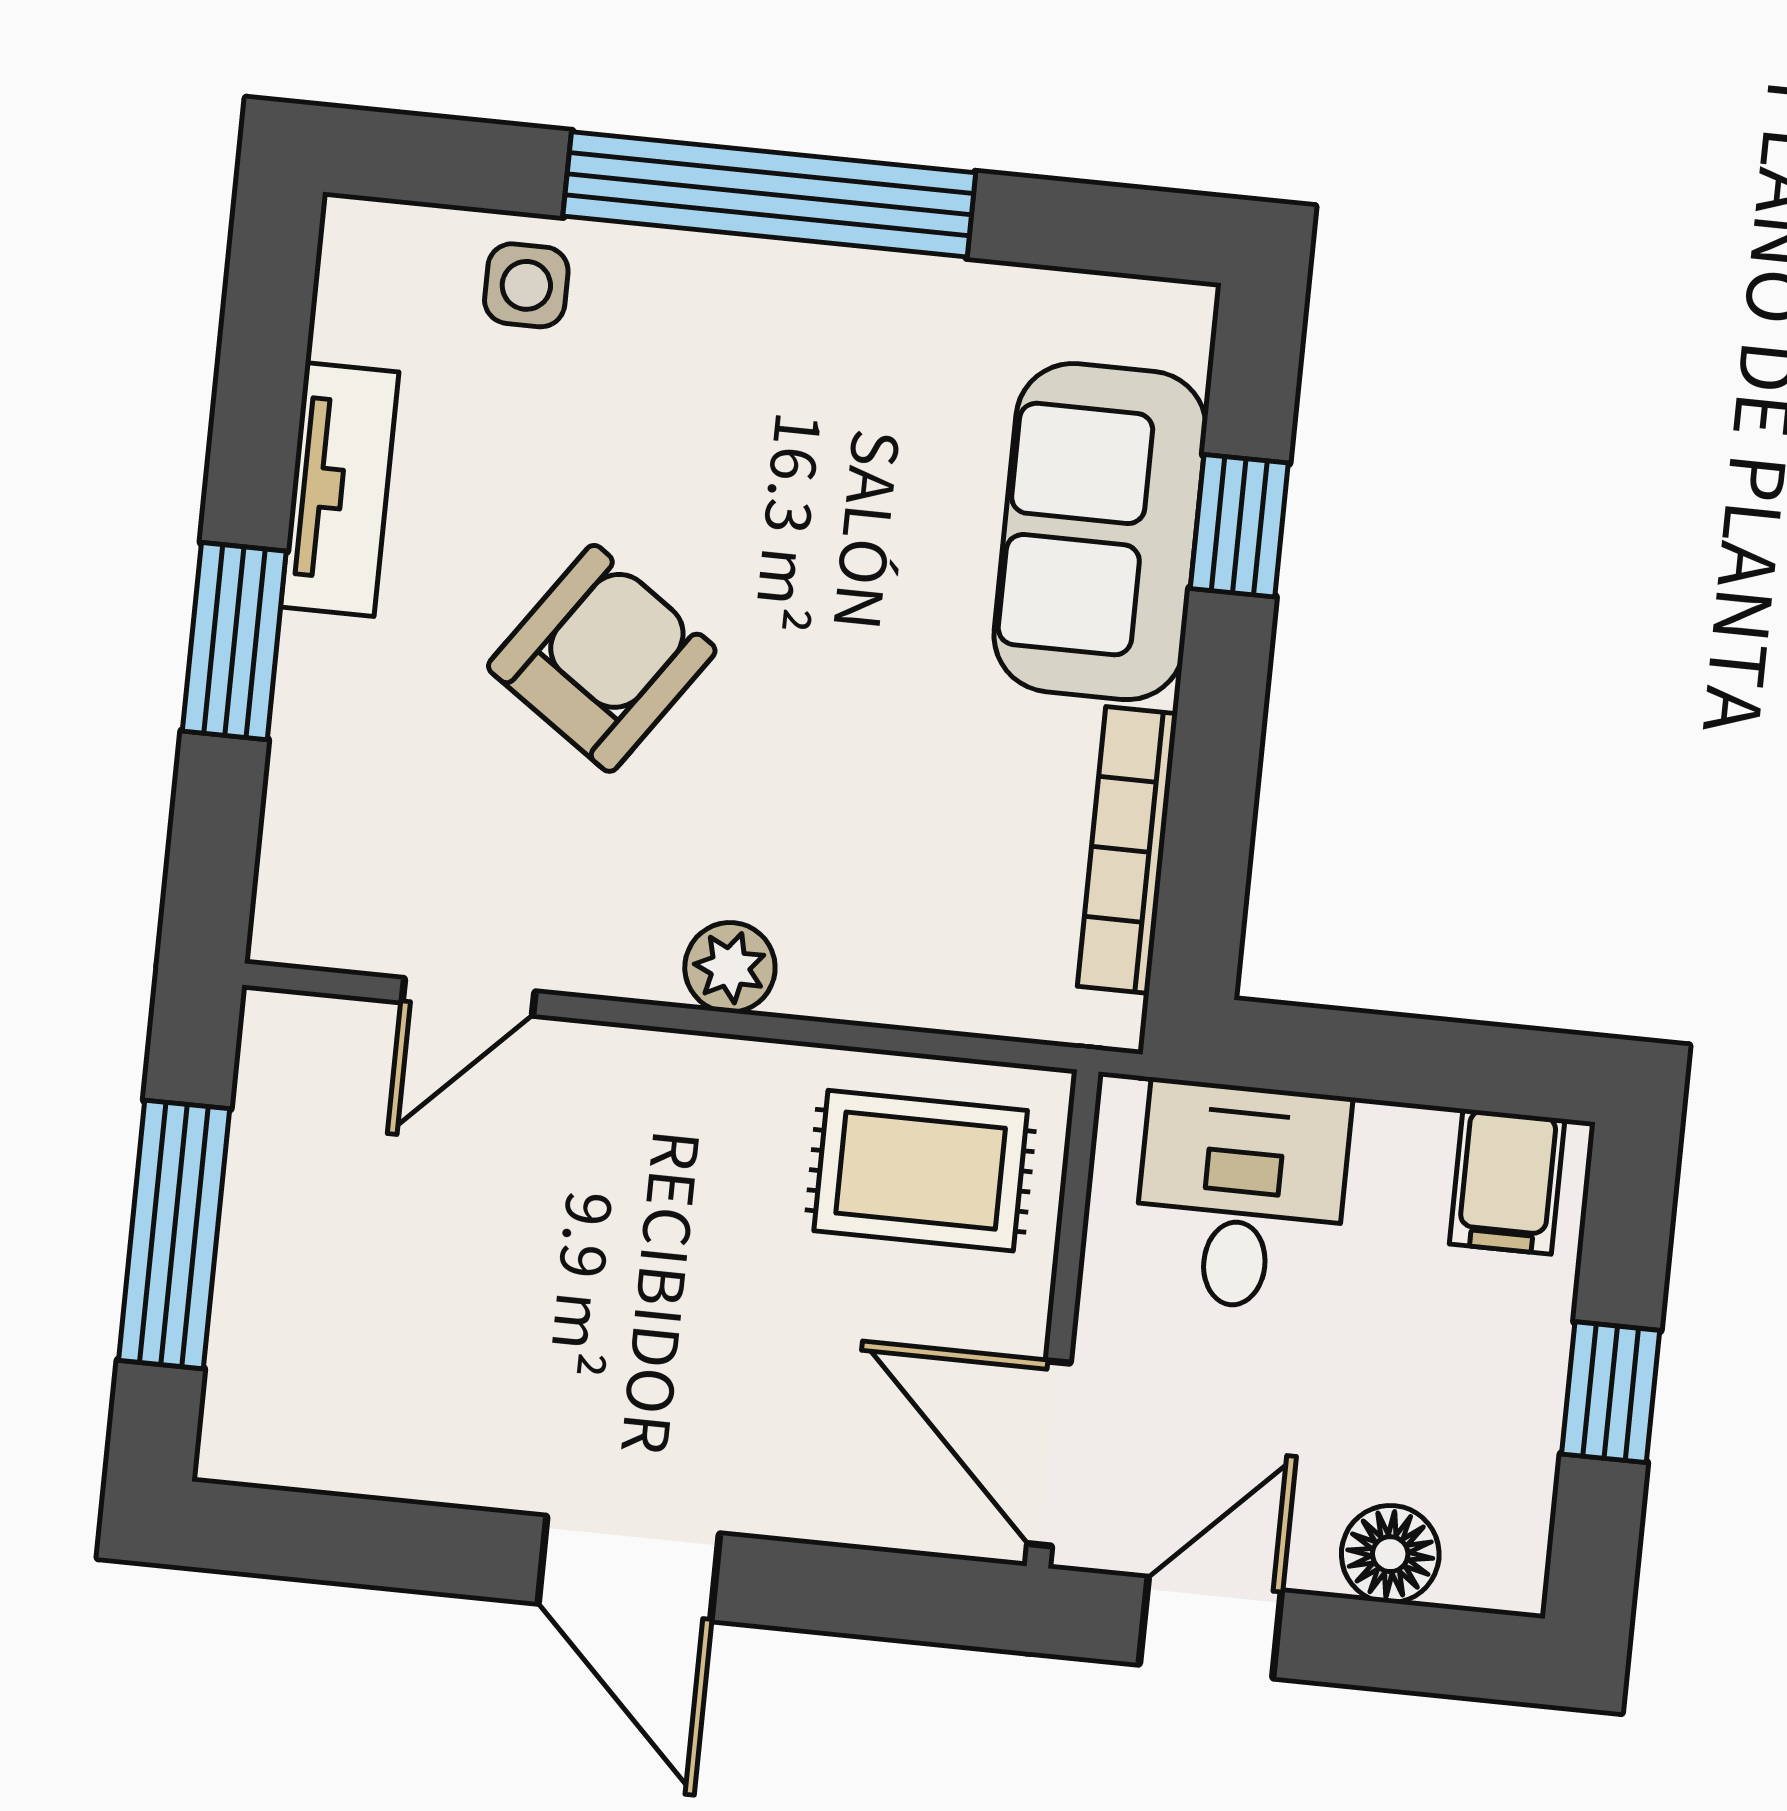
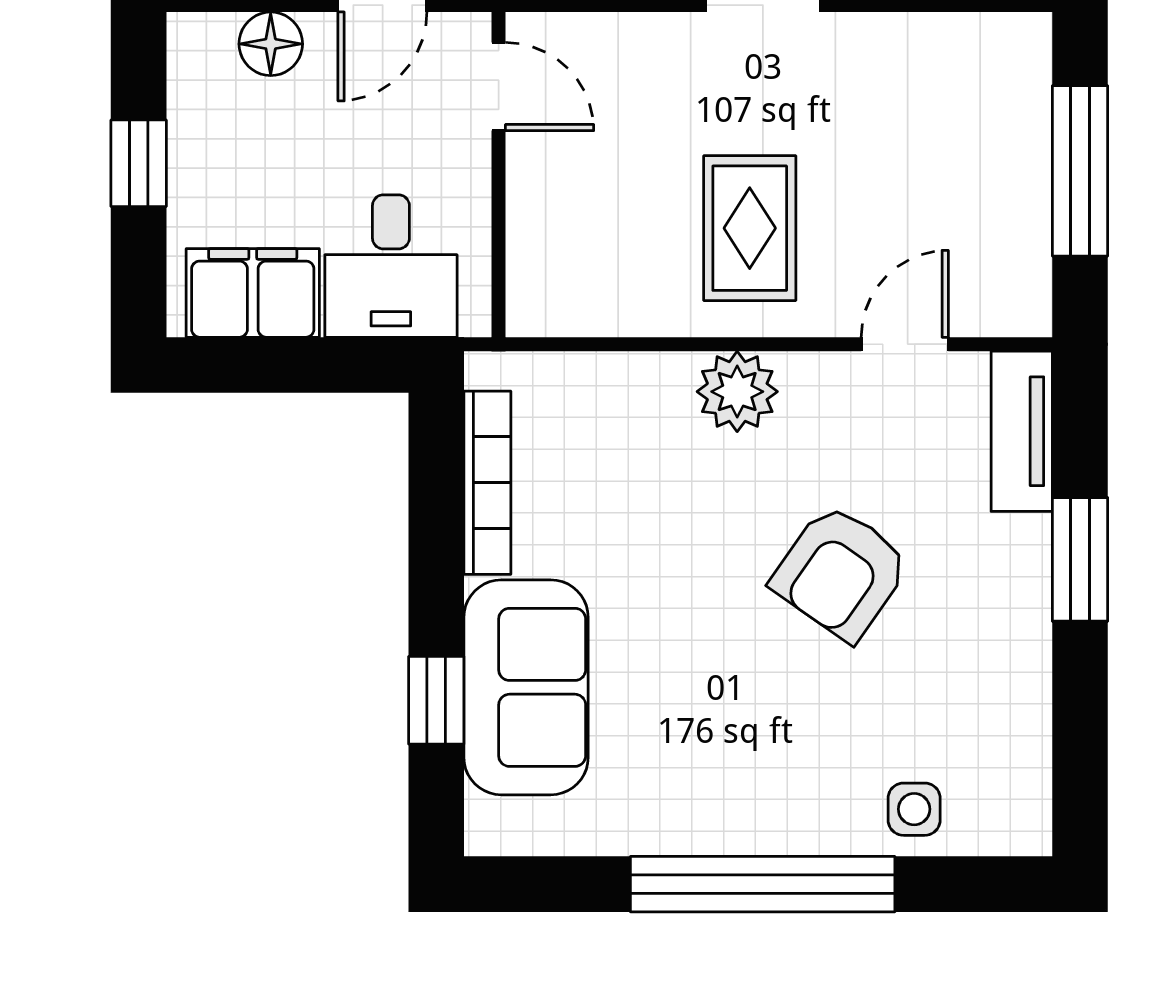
tv unit: (340, 489) -> (1022, 431), moved
plant: (730, 967) -> (737, 392), width x1.38, depth x1.38
rug: (921, 1171) -> (750, 228), moved, turned 90
filing cabinet: (1507, 1181) -> (253, 293), width x2.00
door: (1049, 1453) -> (499, 87), width x0.73

